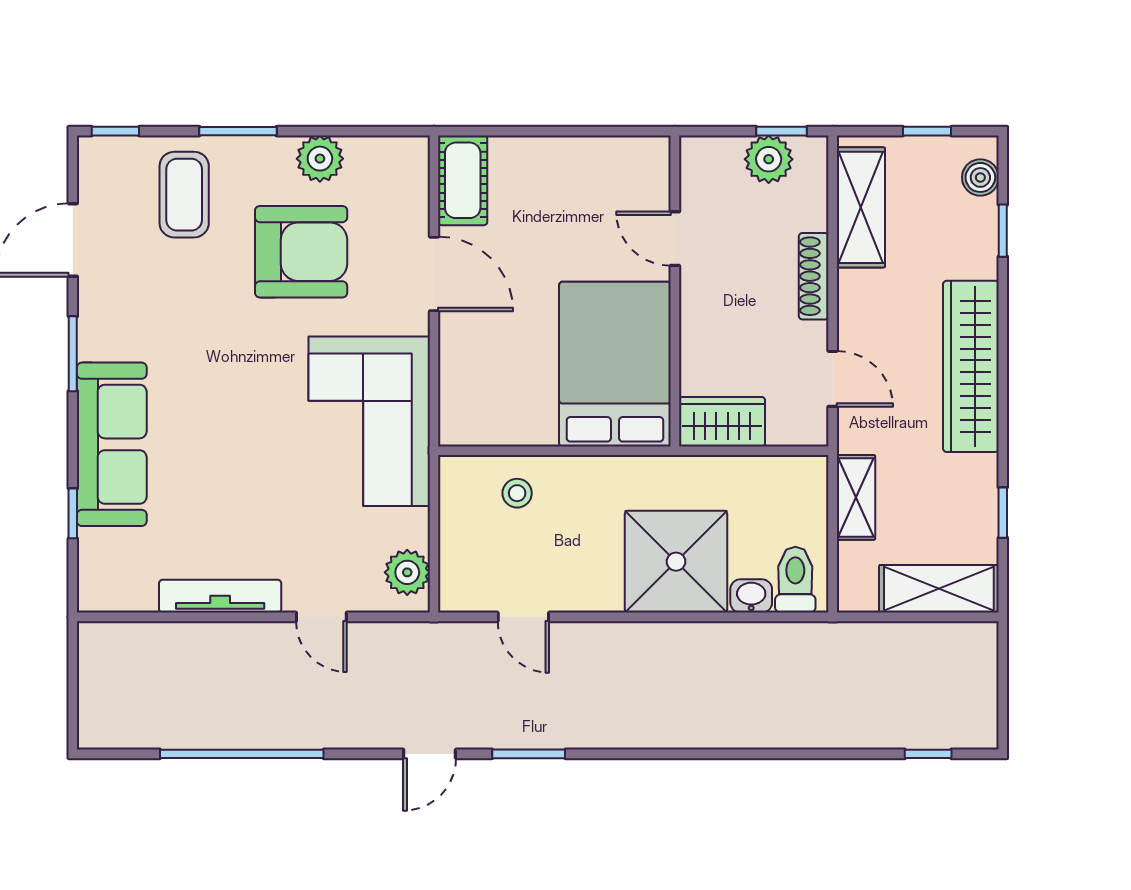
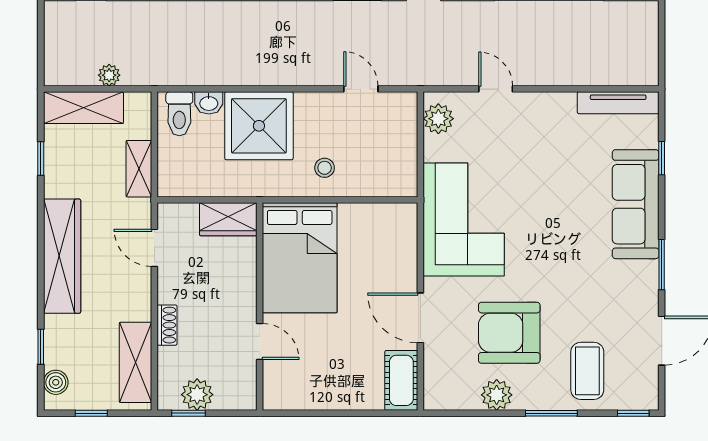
shoe rack: (814, 276) -> (167, 325), width x0.70
stool: (517, 493) -> (325, 168), moved
tv unit: (220, 596) -> (618, 103), moved
plant: (900, 637) -> (109, 75), added

